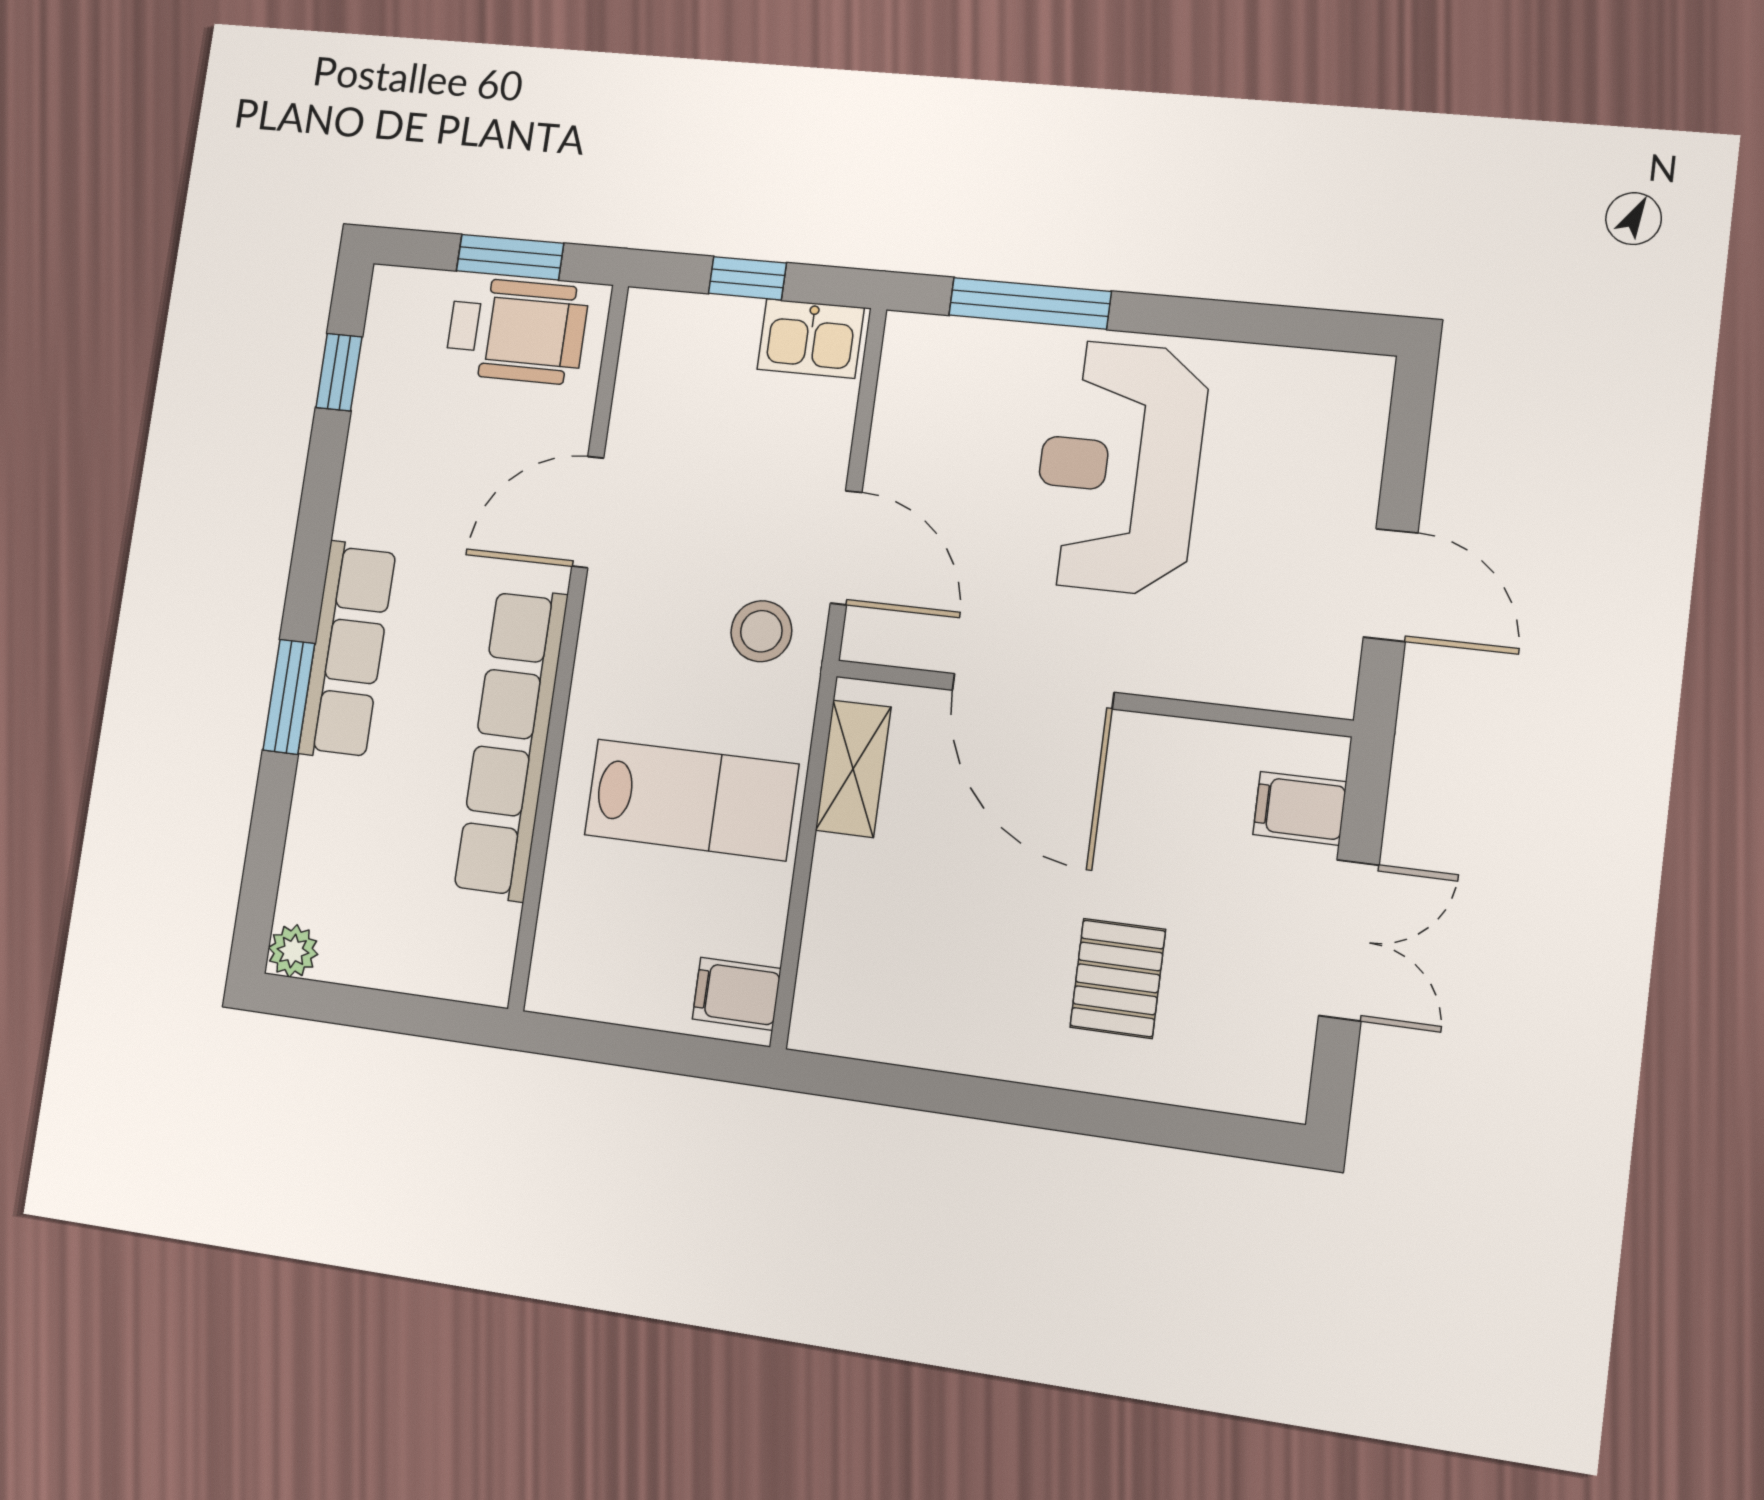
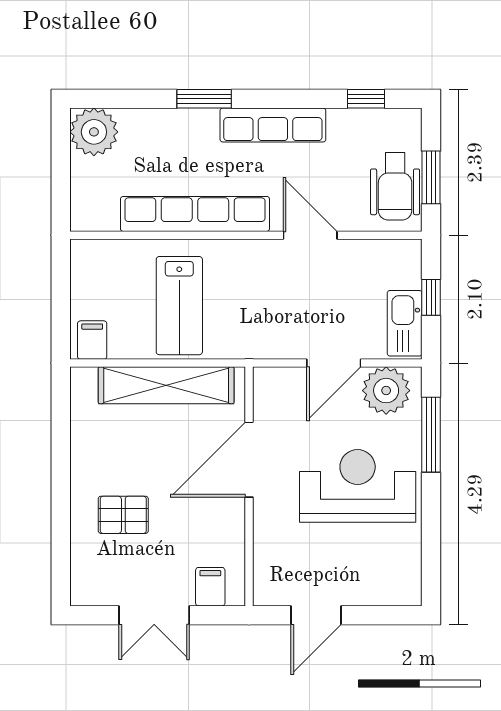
kitchen sink: (811, 339) -> (405, 323), width x1.38
plant: (925, 388) -> (386, 391), added
door: (846, 548) -> (334, 363), moved
stool: (761, 631) -> (262, 328), removed
row of seats: (347, 651) -> (273, 125), moved
shelving: (853, 769) -> (166, 385), width x2.20, depth x1.33
plant: (293, 951) -> (94, 132), width x1.88, depth x1.88

